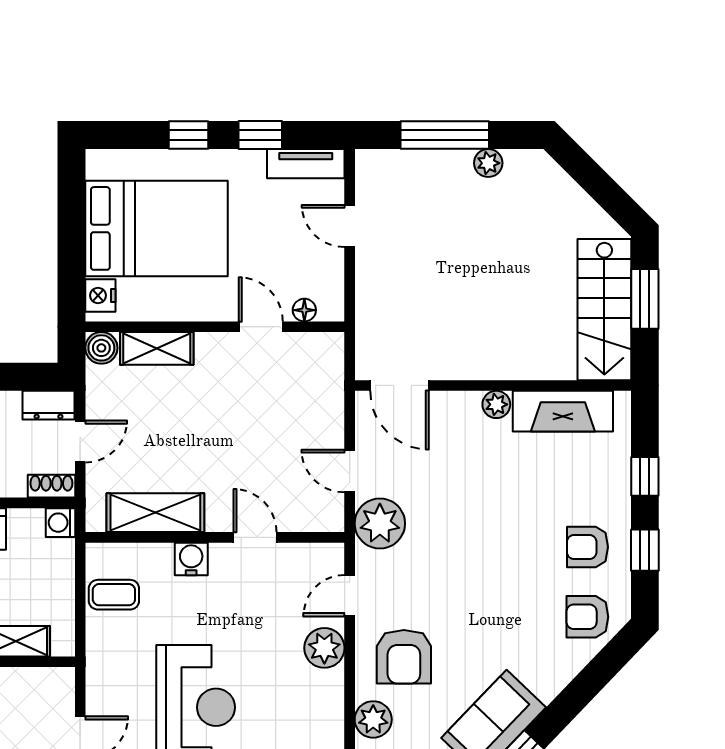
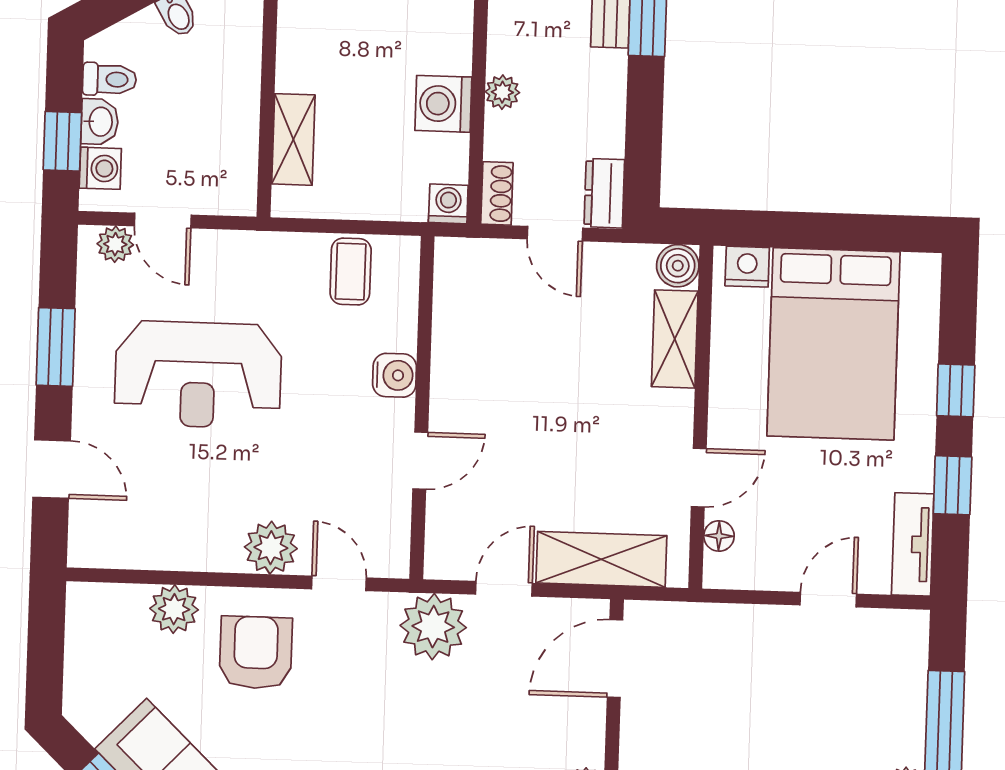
shelving: (155, 513) -> (601, 559), moved, turned 90
armchair: (404, 657) -> (256, 653), turned 90

